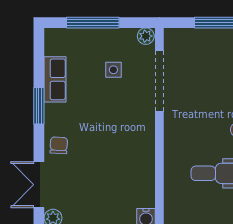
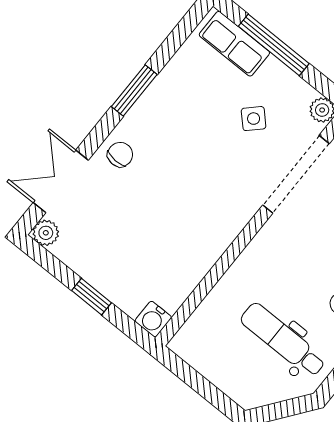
side table: (113, 70) -> (254, 119), turned 45
row of seats: (55, 79) -> (234, 44), moved, turned 90

